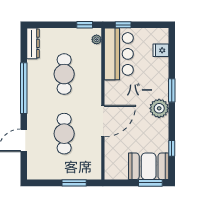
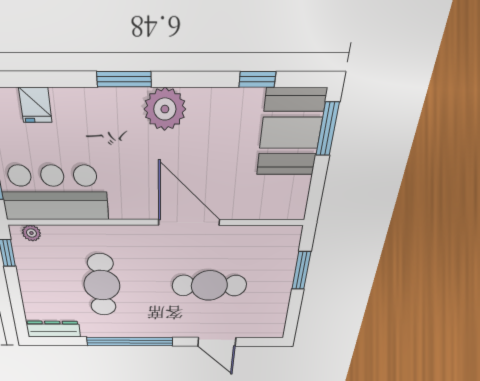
cafe table: (64, 74) -> (102, 285), turned 90

